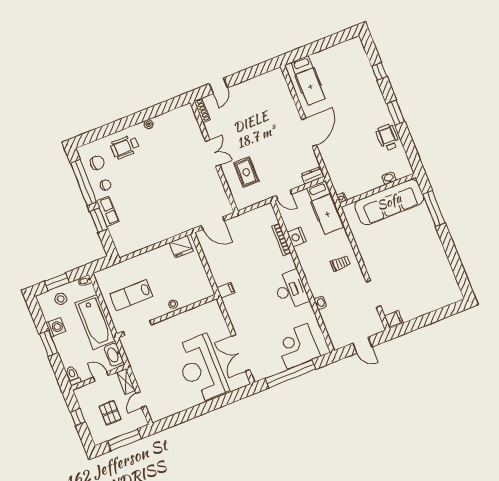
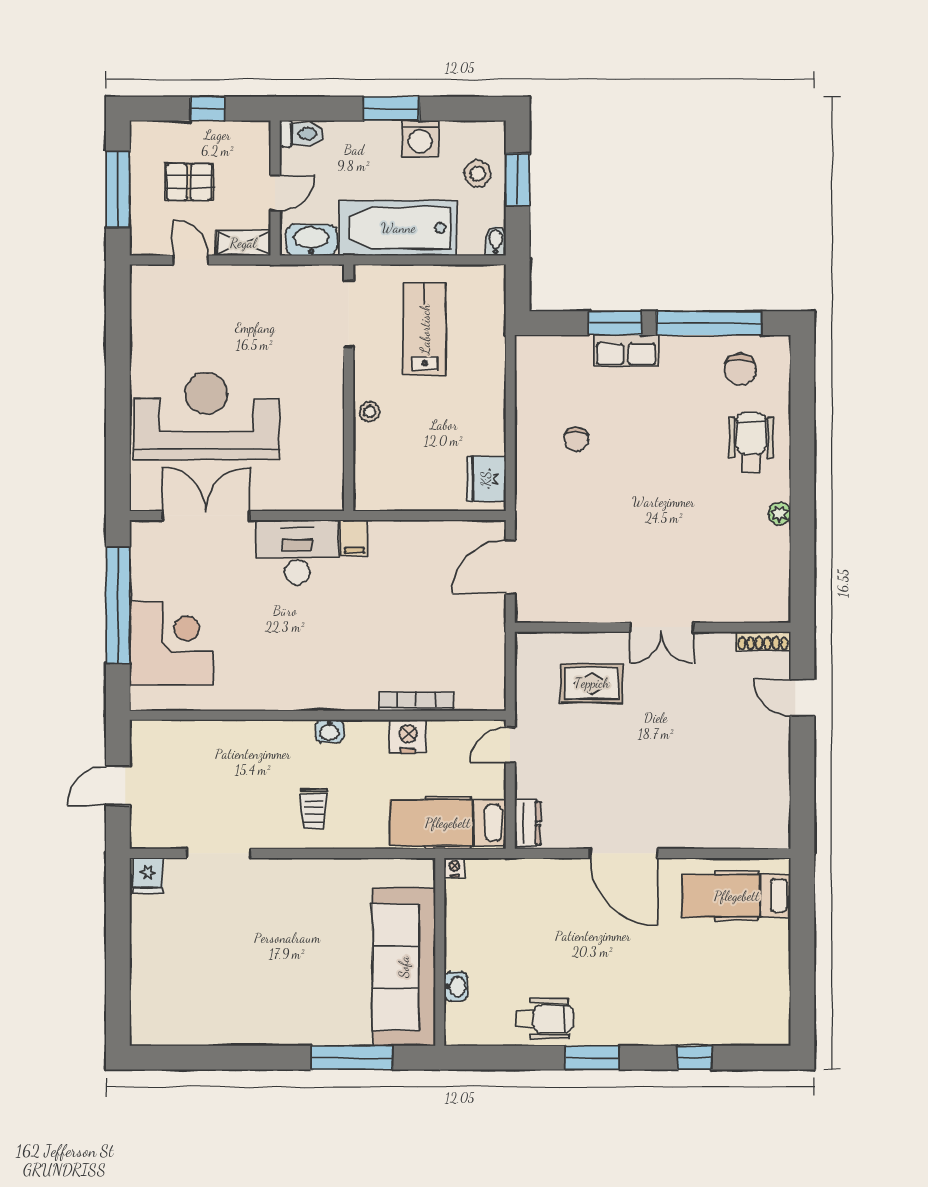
chair: (106, 185) -> (576, 439), moved
desk: (291, 290) -> (297, 552), moved, turned 180
washbasin: (320, 303) -> (329, 731), moved

